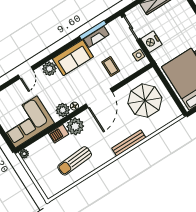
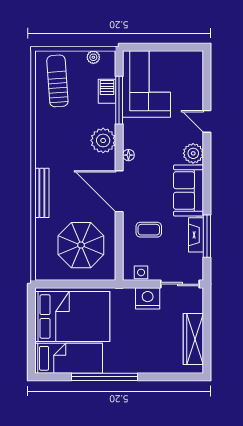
plant: (63, 110) -> (133, 138), removed
window: (46, 132) -> (119, 100), added
barbecue: (59, 134) -> (107, 91), moved
plant: (24, 154) -> (93, 57), moved
sun lounger: (75, 161) -> (57, 81), moved

